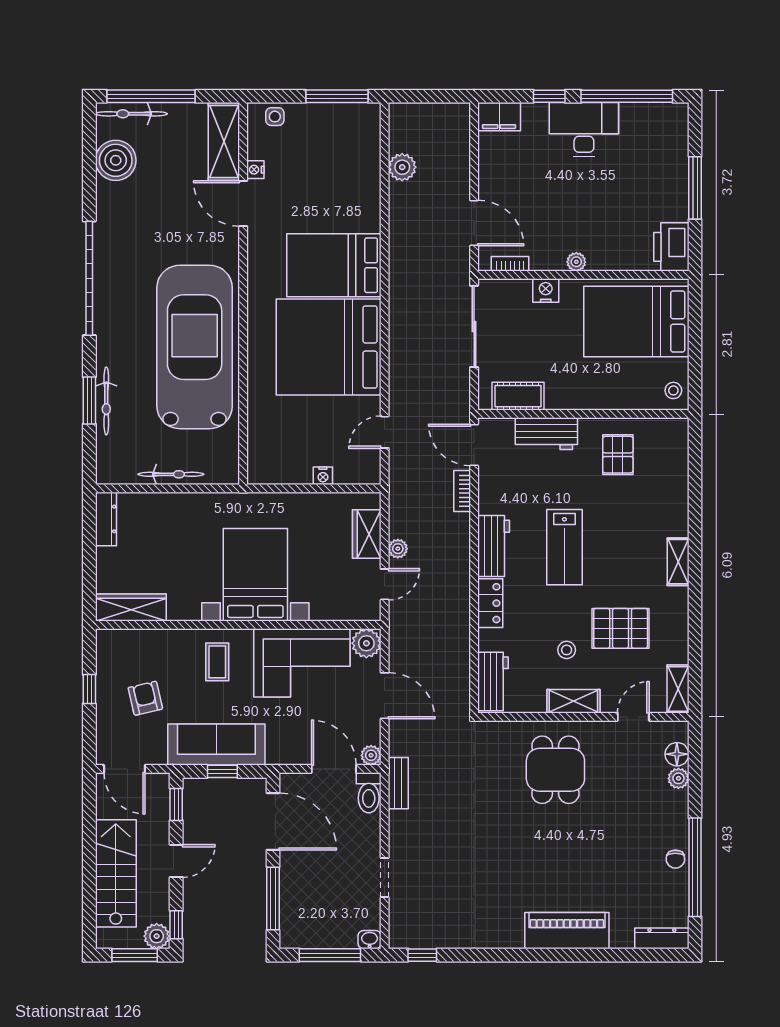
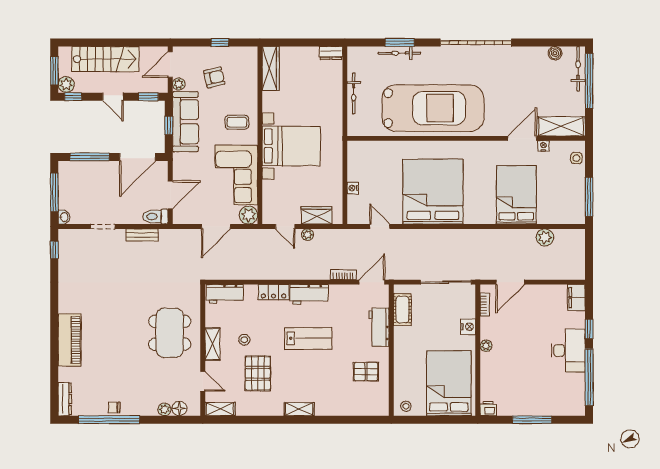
boiler: (116, 160) -> (555, 53), width x0.54, depth x0.54
printer: (671, 247) -> (488, 408), width x0.53, depth x0.68
bed: (334, 265) -> (516, 195), moved
dresser: (106, 519) -> (331, 53), width x0.70
lab bench: (564, 547) -> (308, 338), turned 180
plant: (371, 755) -> (179, 84), moved
dining table: (555, 770) -> (170, 333), width x1.37
bench: (398, 783) -> (142, 235), moved

